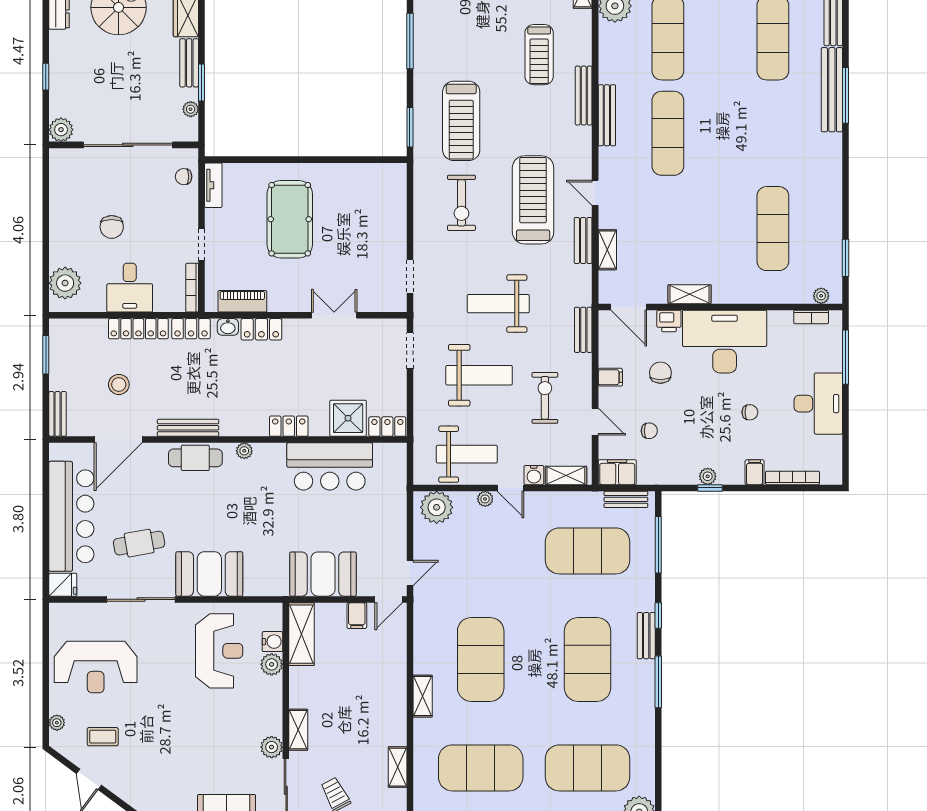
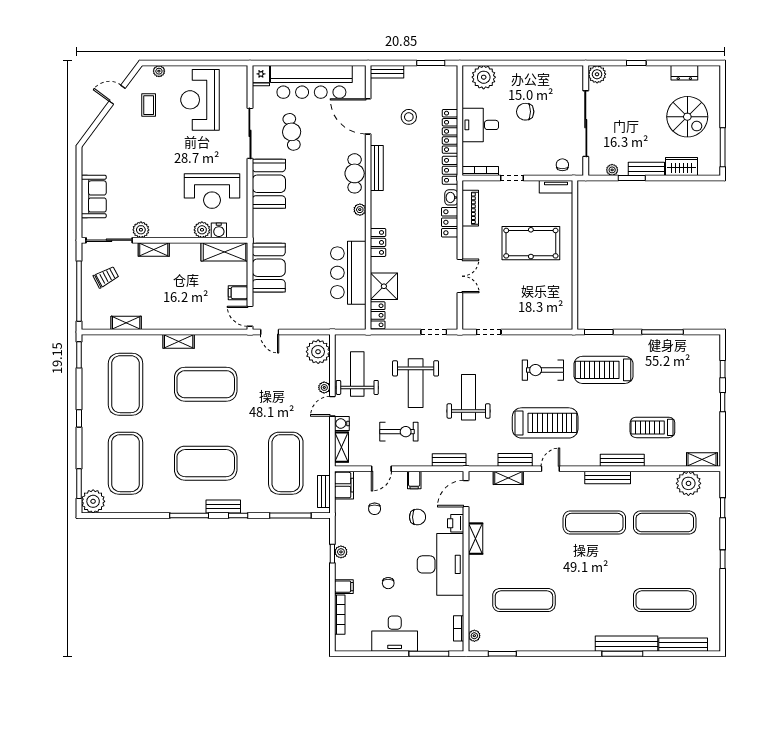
weight bench: (467, 454) -> (357, 374), turned 180

